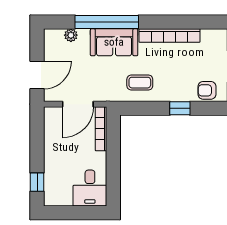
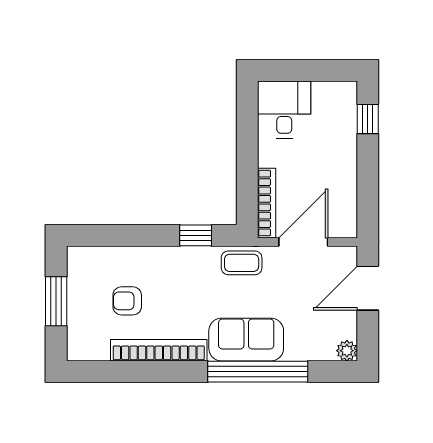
plant: (71, 35) -> (347, 351), moved
coffee table: (140, 83) -> (242, 263), moved
armchair: (207, 90) -> (127, 301), moved, turned 180
window: (180, 108) -> (196, 235), moved

